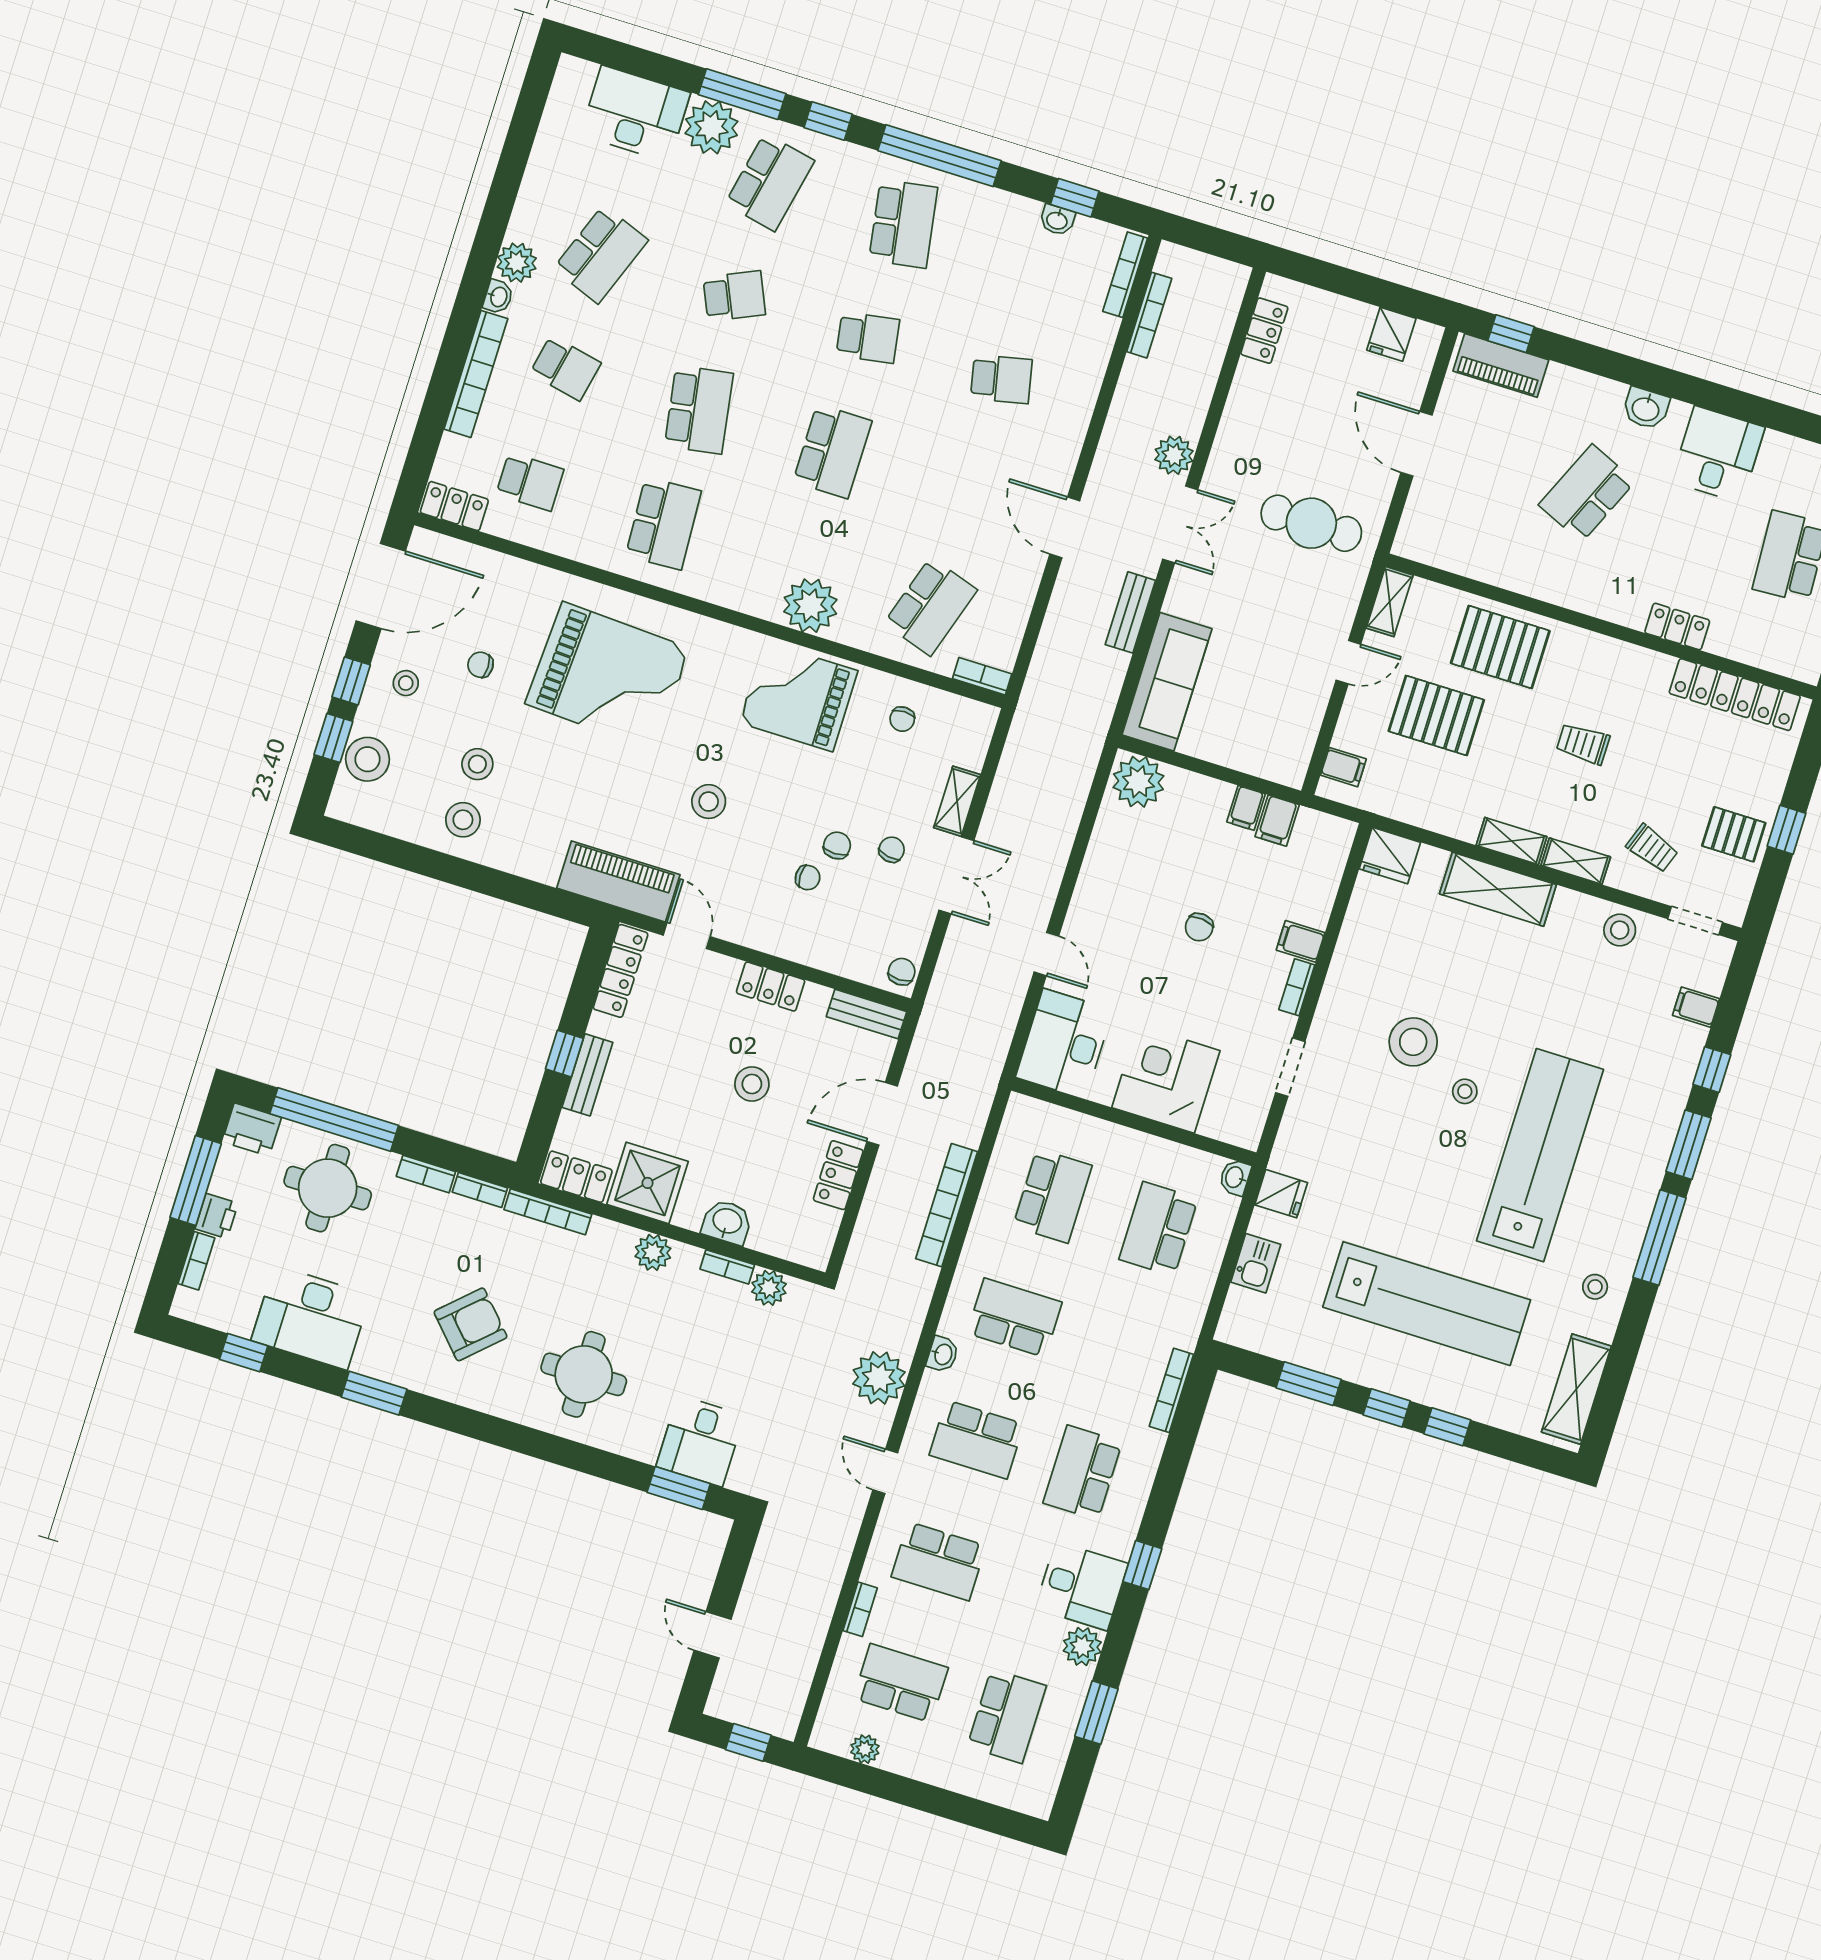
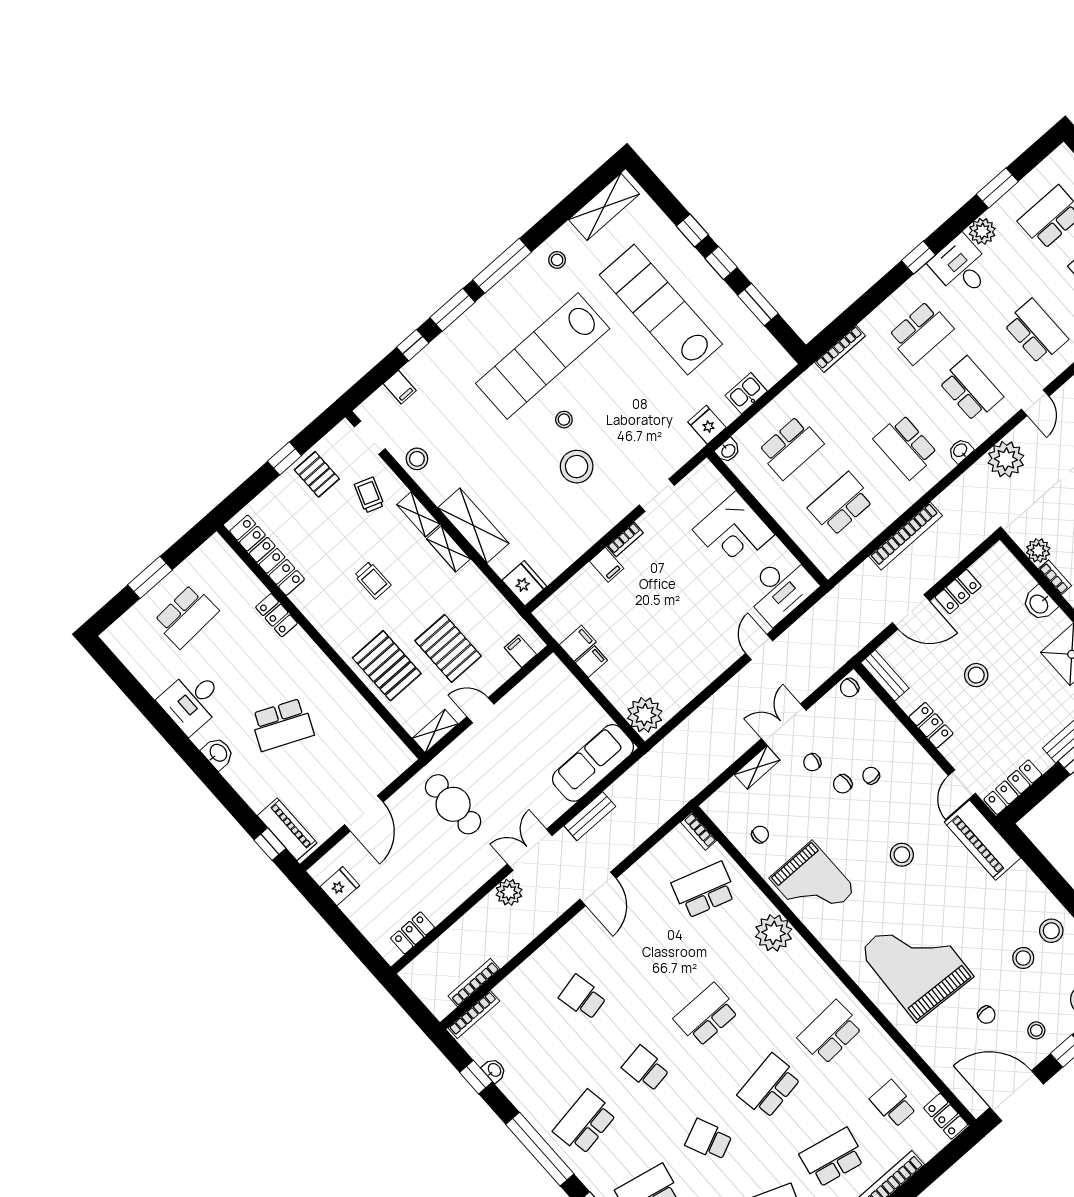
school desk: (565, 368) -> (832, 1157), width x1.85
chair: (1199, 927) -> (661, 609), removed

